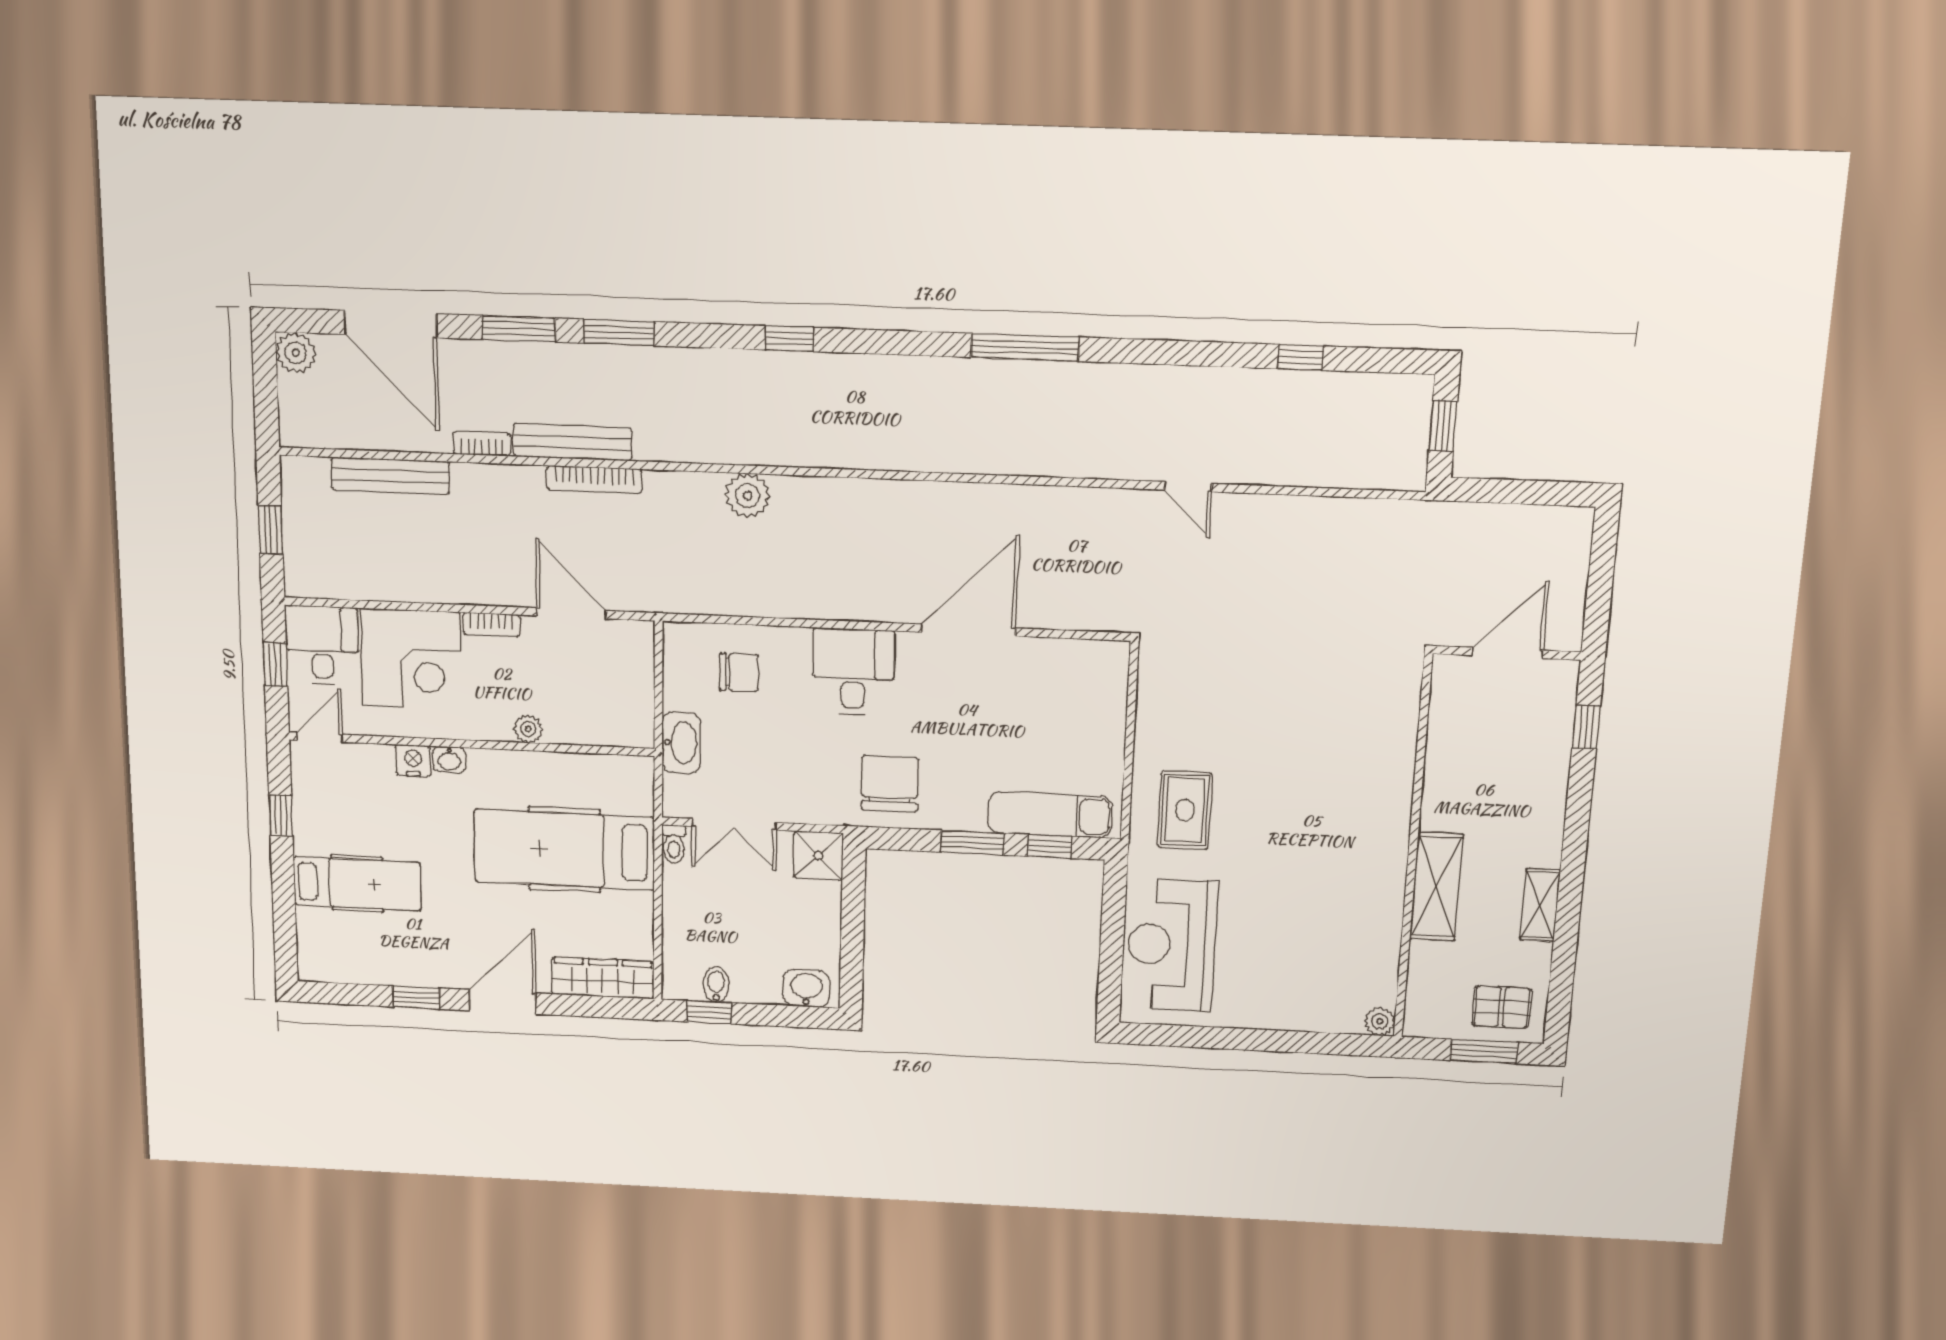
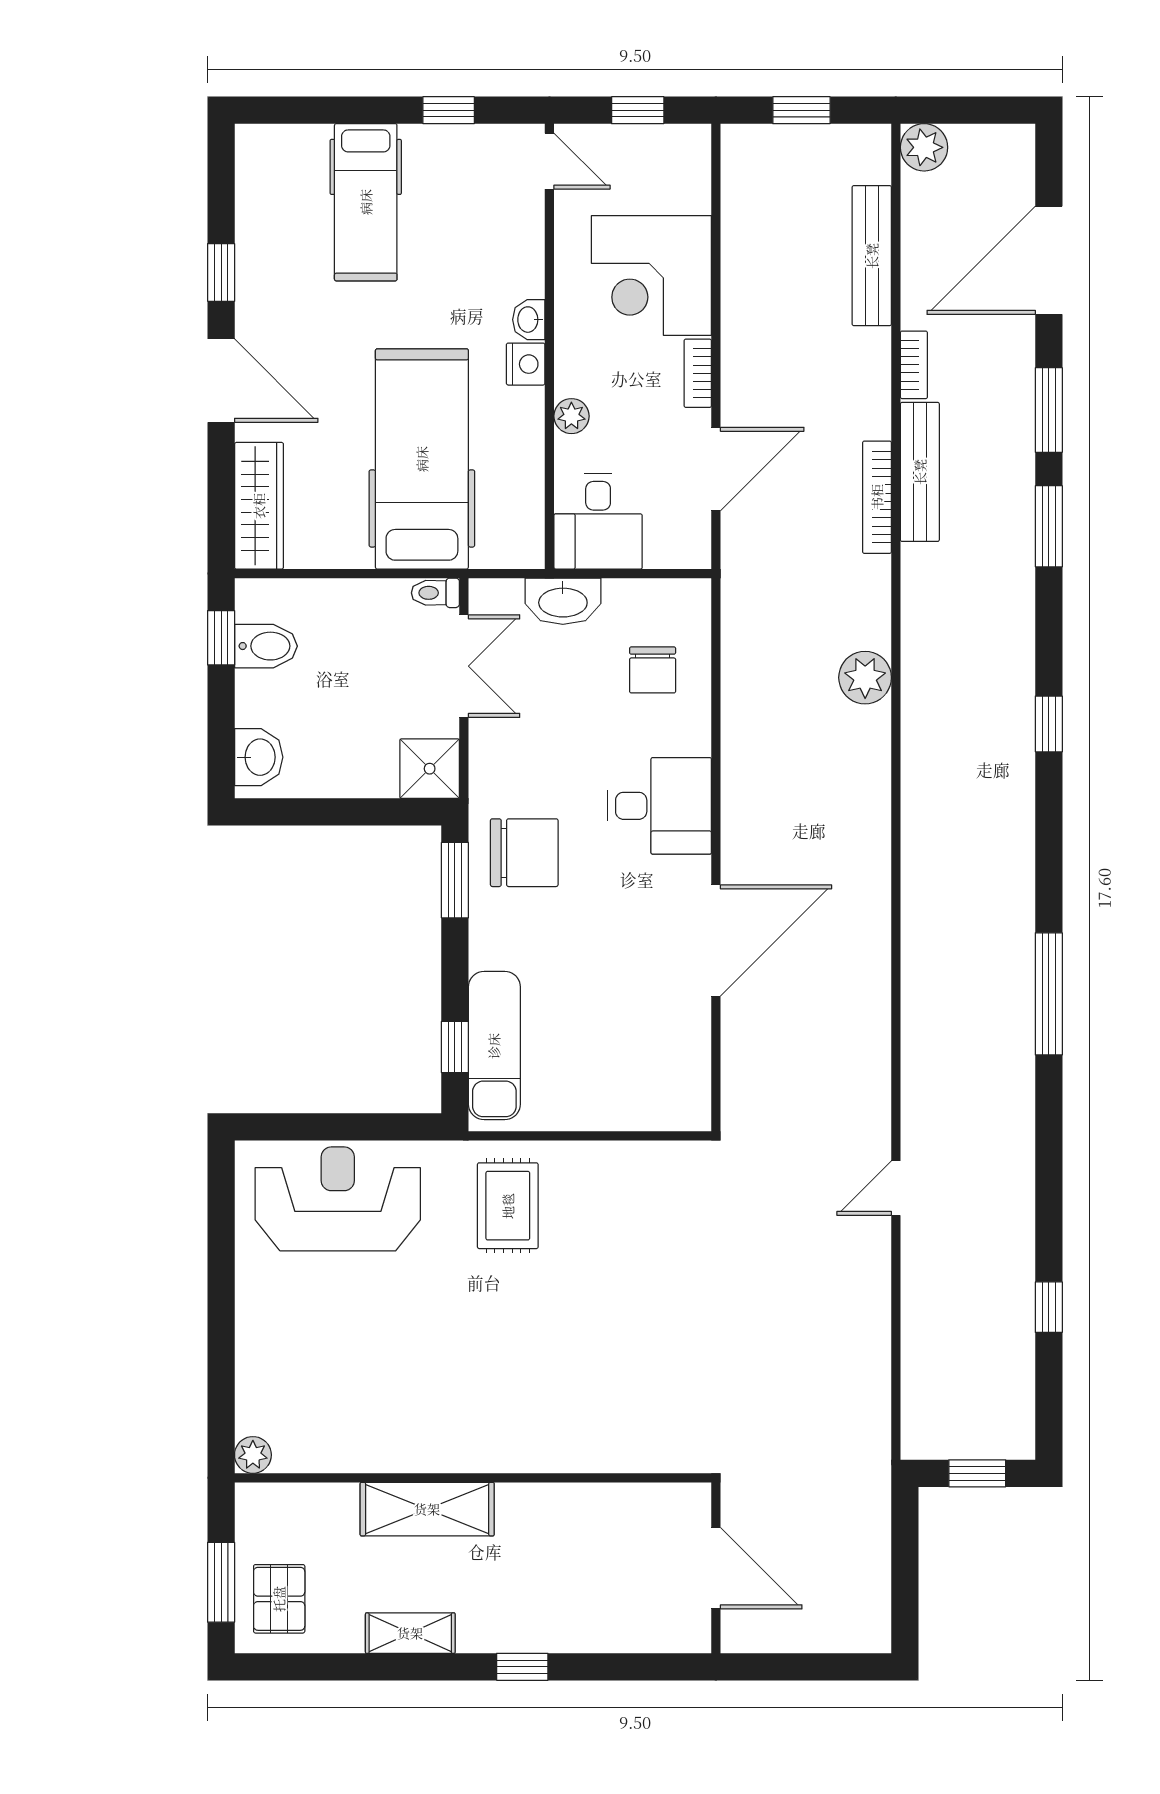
plant: (296, 353) -> (924, 147), moved
door: (968, 630) -> (716, 940), hinge flipped
desk: (322, 645) -> (598, 521), moved, turned 90
window: (1586, 727) -> (522, 1667), moved
nightstand: (413, 761) -> (526, 364), moved
rug: (1185, 810) -> (508, 1206), turned 90
double door: (734, 824) -> (464, 666), swing flipped
window: (972, 843) -> (455, 880), moved
bidet: (716, 985) -> (266, 646), width x1.38, depth x1.36

